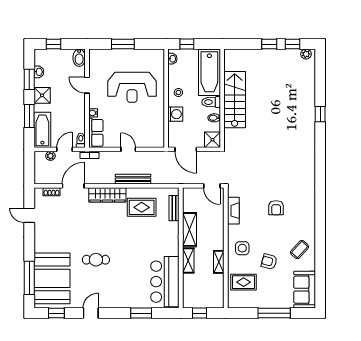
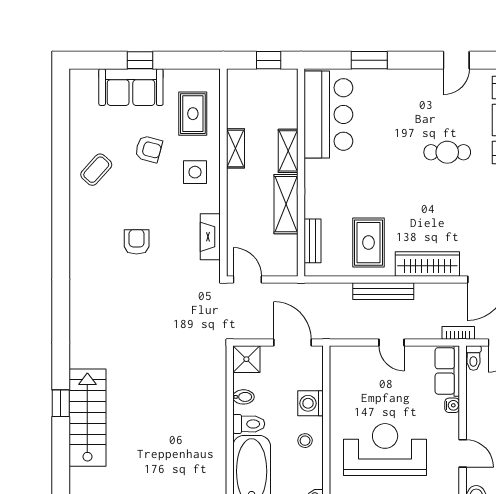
stairs: (235, 100) -> (87, 418), moved, turned 180
rug: (142, 207) -> (369, 243), turned 90
rug: (244, 282) -> (193, 114), turned 90
sofa: (305, 290) -> (131, 87), moved, turned 90
window: (274, 313) -> (140, 60), width x0.46

